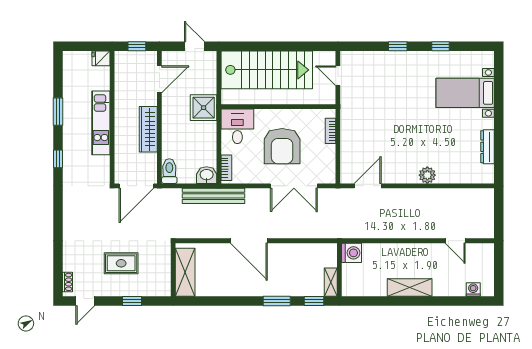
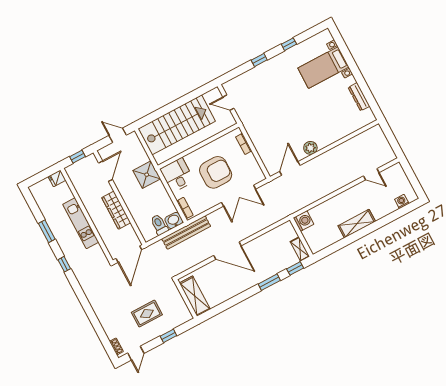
armchair: (282, 146) -> (216, 172), turned -90
toilet: (169, 171) -> (159, 225), moved
plant: (427, 175) -> (310, 148), moved

